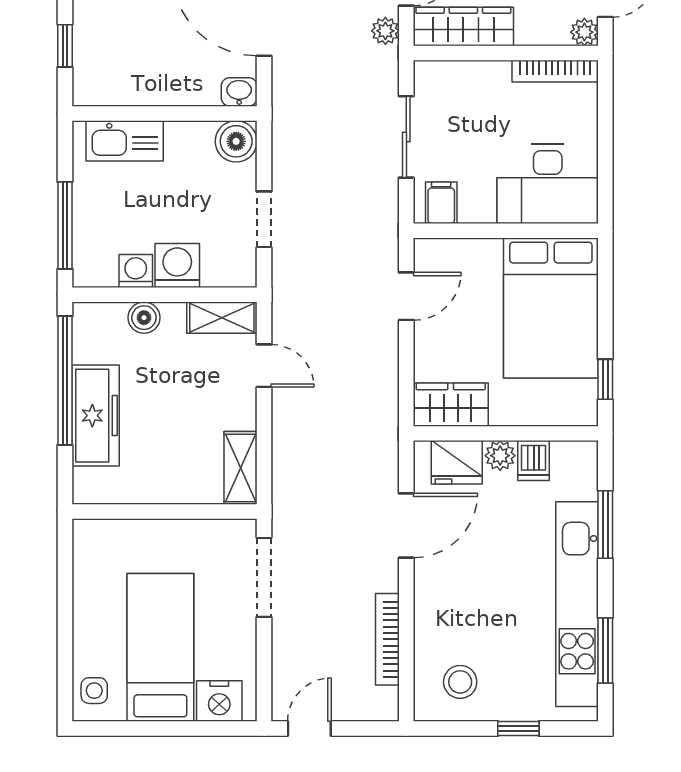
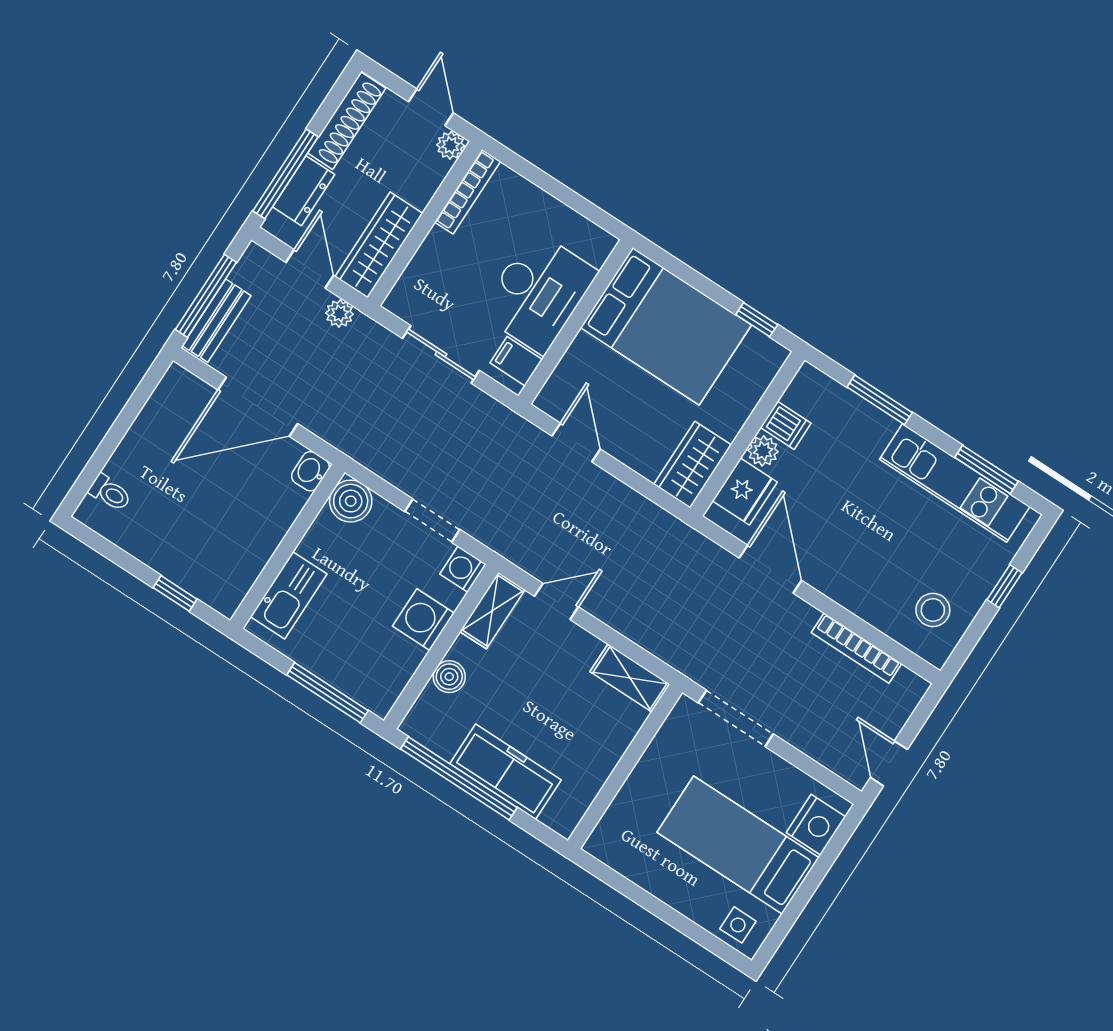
desk: (548, 184) -> (538, 292), moved
washing machine: (136, 271) -> (463, 569), moved
kitchen unit: (577, 604) -> (955, 483), width x0.73

